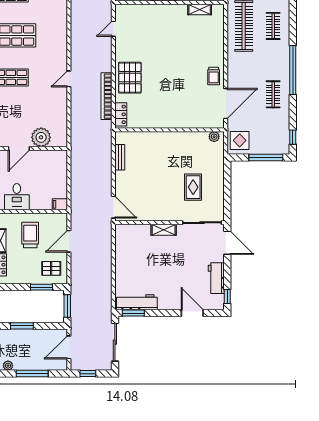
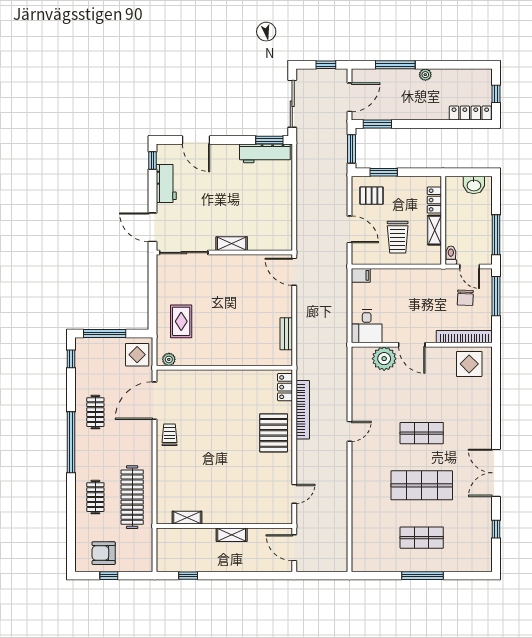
door: (19, 148) -> (412, 345), swing flipped
rug: (193, 187) -> (181, 321), moved
desk: (17, 197) -> (367, 326), moved, turned 180
door: (69, 241) -> (350, 229), hinge flipped
window: (22, 326) -> (377, 124), moved

